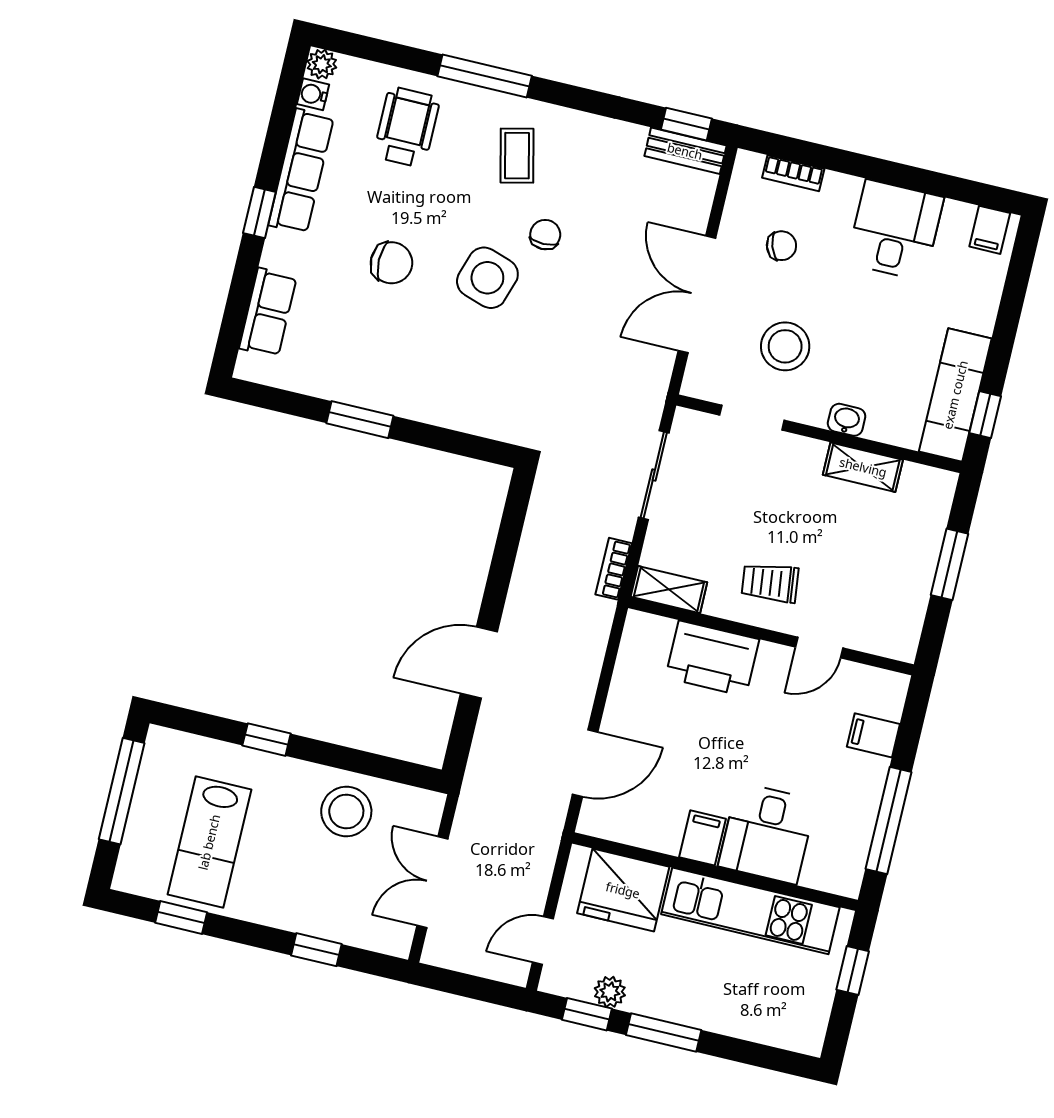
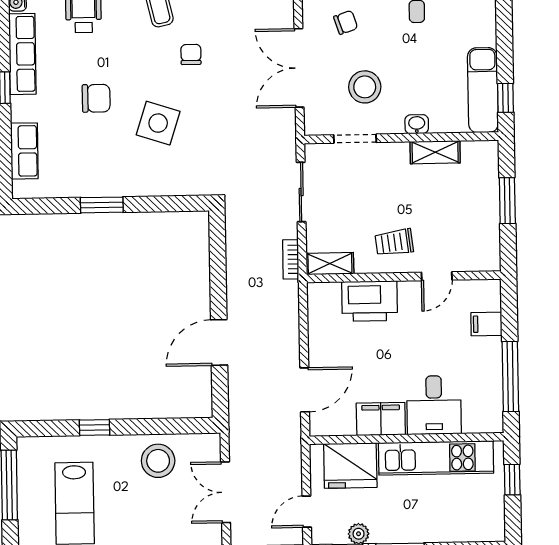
side table: (487, 278) -> (158, 123), moved
filing cabinet: (703, 838) -> (381, 419), width x2.00

